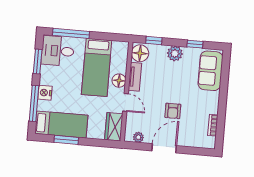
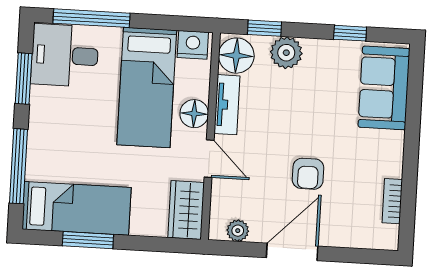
plant: (175, 53) -> (286, 53), moved
nightstand: (45, 93) -> (193, 45), moved, turned 90

